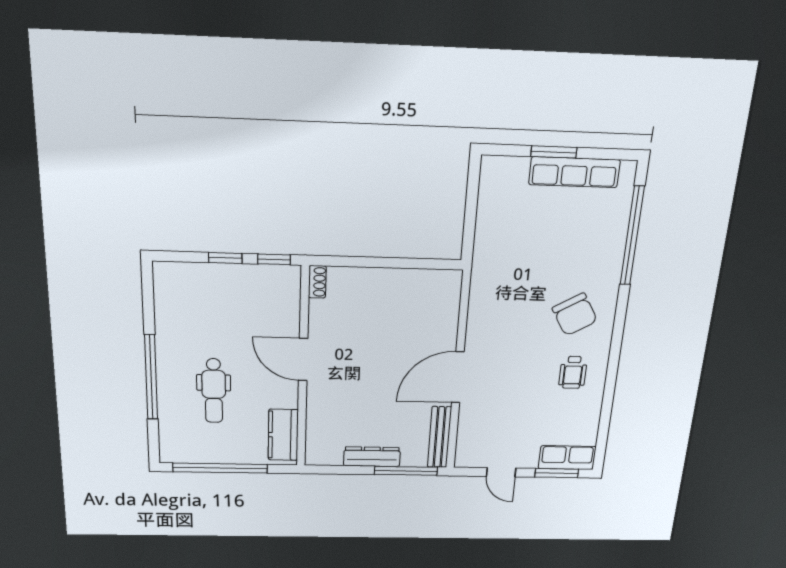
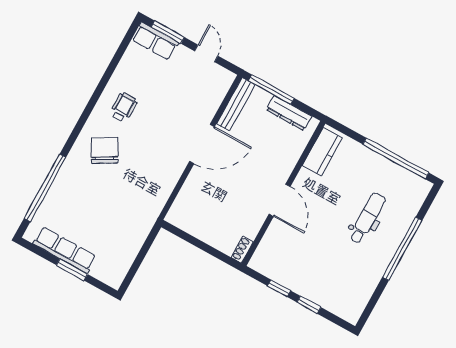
shoe rack: (317, 282) -> (242, 250), moved
door: (303, 359) -> (280, 200), moved
wall: (303, 369) -> (283, 193), moved
kitchen counter: (283, 435) -> (322, 152), moved

